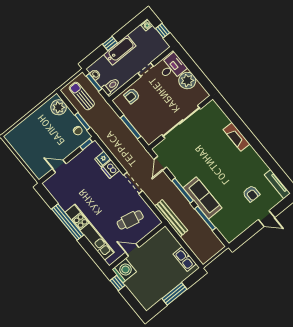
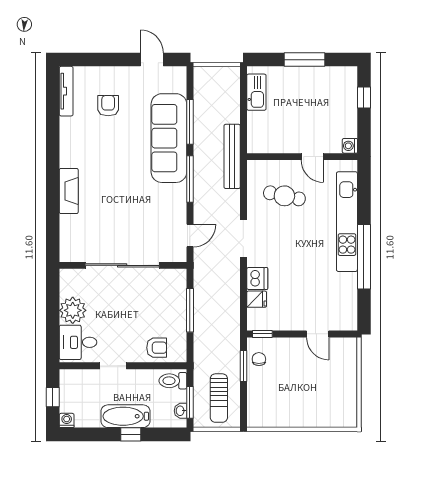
plant: (59, 107) -> (259, 408), removed
sofa: (202, 198) -> (169, 138), width x1.36, depth x1.27
door: (266, 219) -> (152, 60), moved
washing machine: (124, 271) -> (350, 146), width x0.53, depth x0.53
window: (118, 283) -> (364, 98), moved

